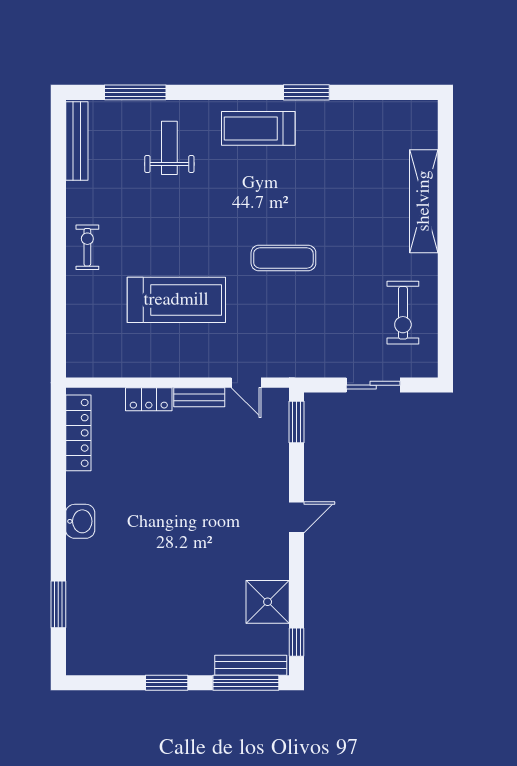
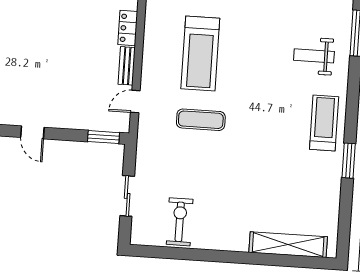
weight bench: (169, 148) -> (314, 56), turned 180
shelving: (424, 201) -> (288, 245), moved
exercise mat: (283, 258) -> (201, 120), moved, turned 90
exercise bike: (403, 313) -> (180, 222), turned 90

